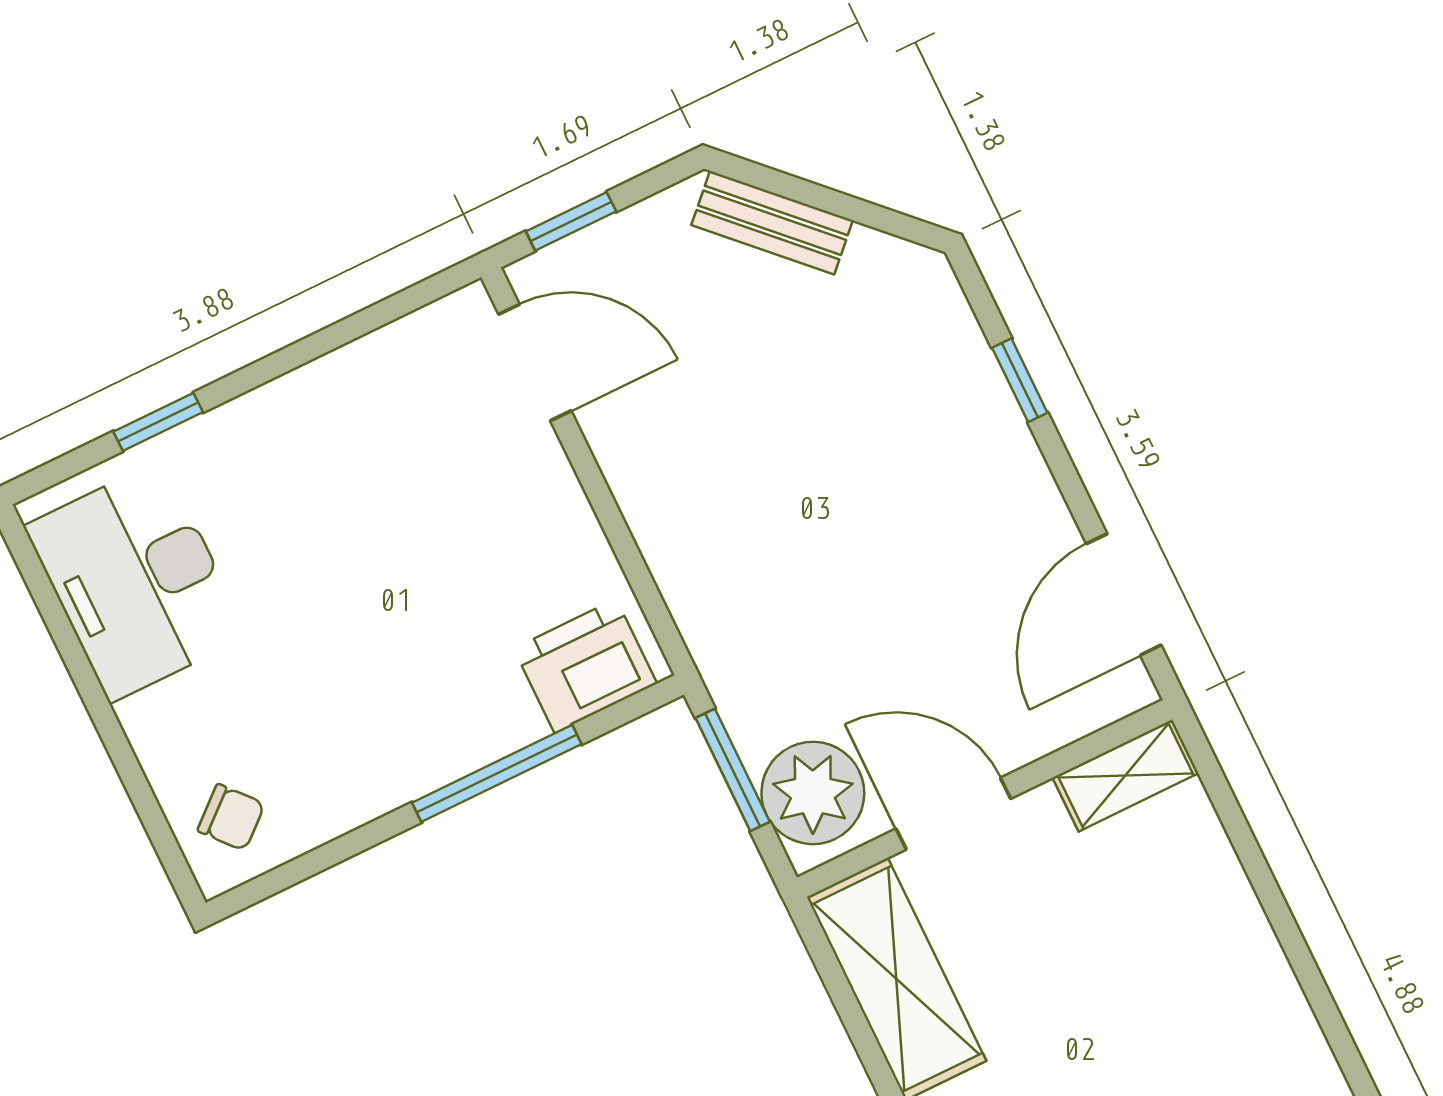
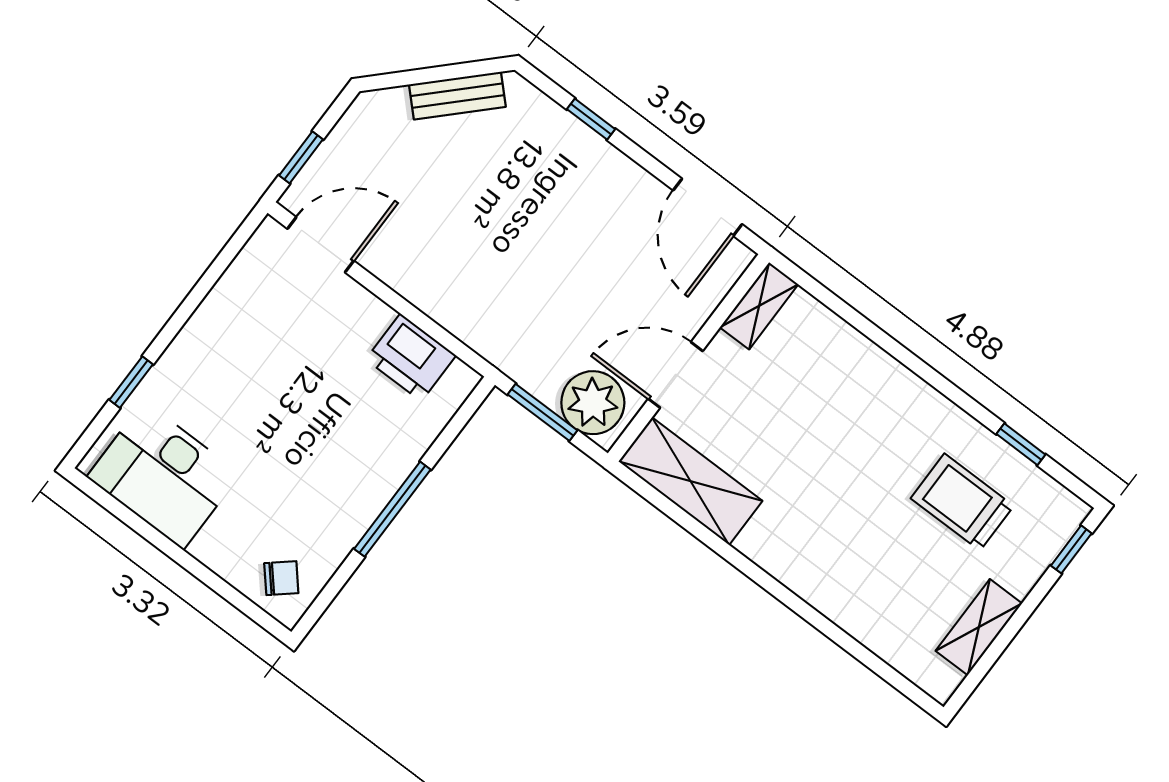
bench: (772, 223) -> (457, 96), moved
printer: (585, 666) -> (411, 357), moved, turned -90
window: (497, 773) -> (392, 509), moved

